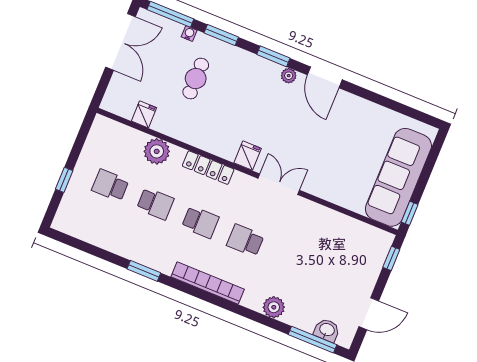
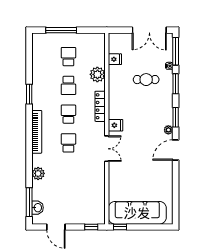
window: (64, 180) -> (61, 30), width x2.17
school desk: (200, 222) -> (68, 114), turned 180

